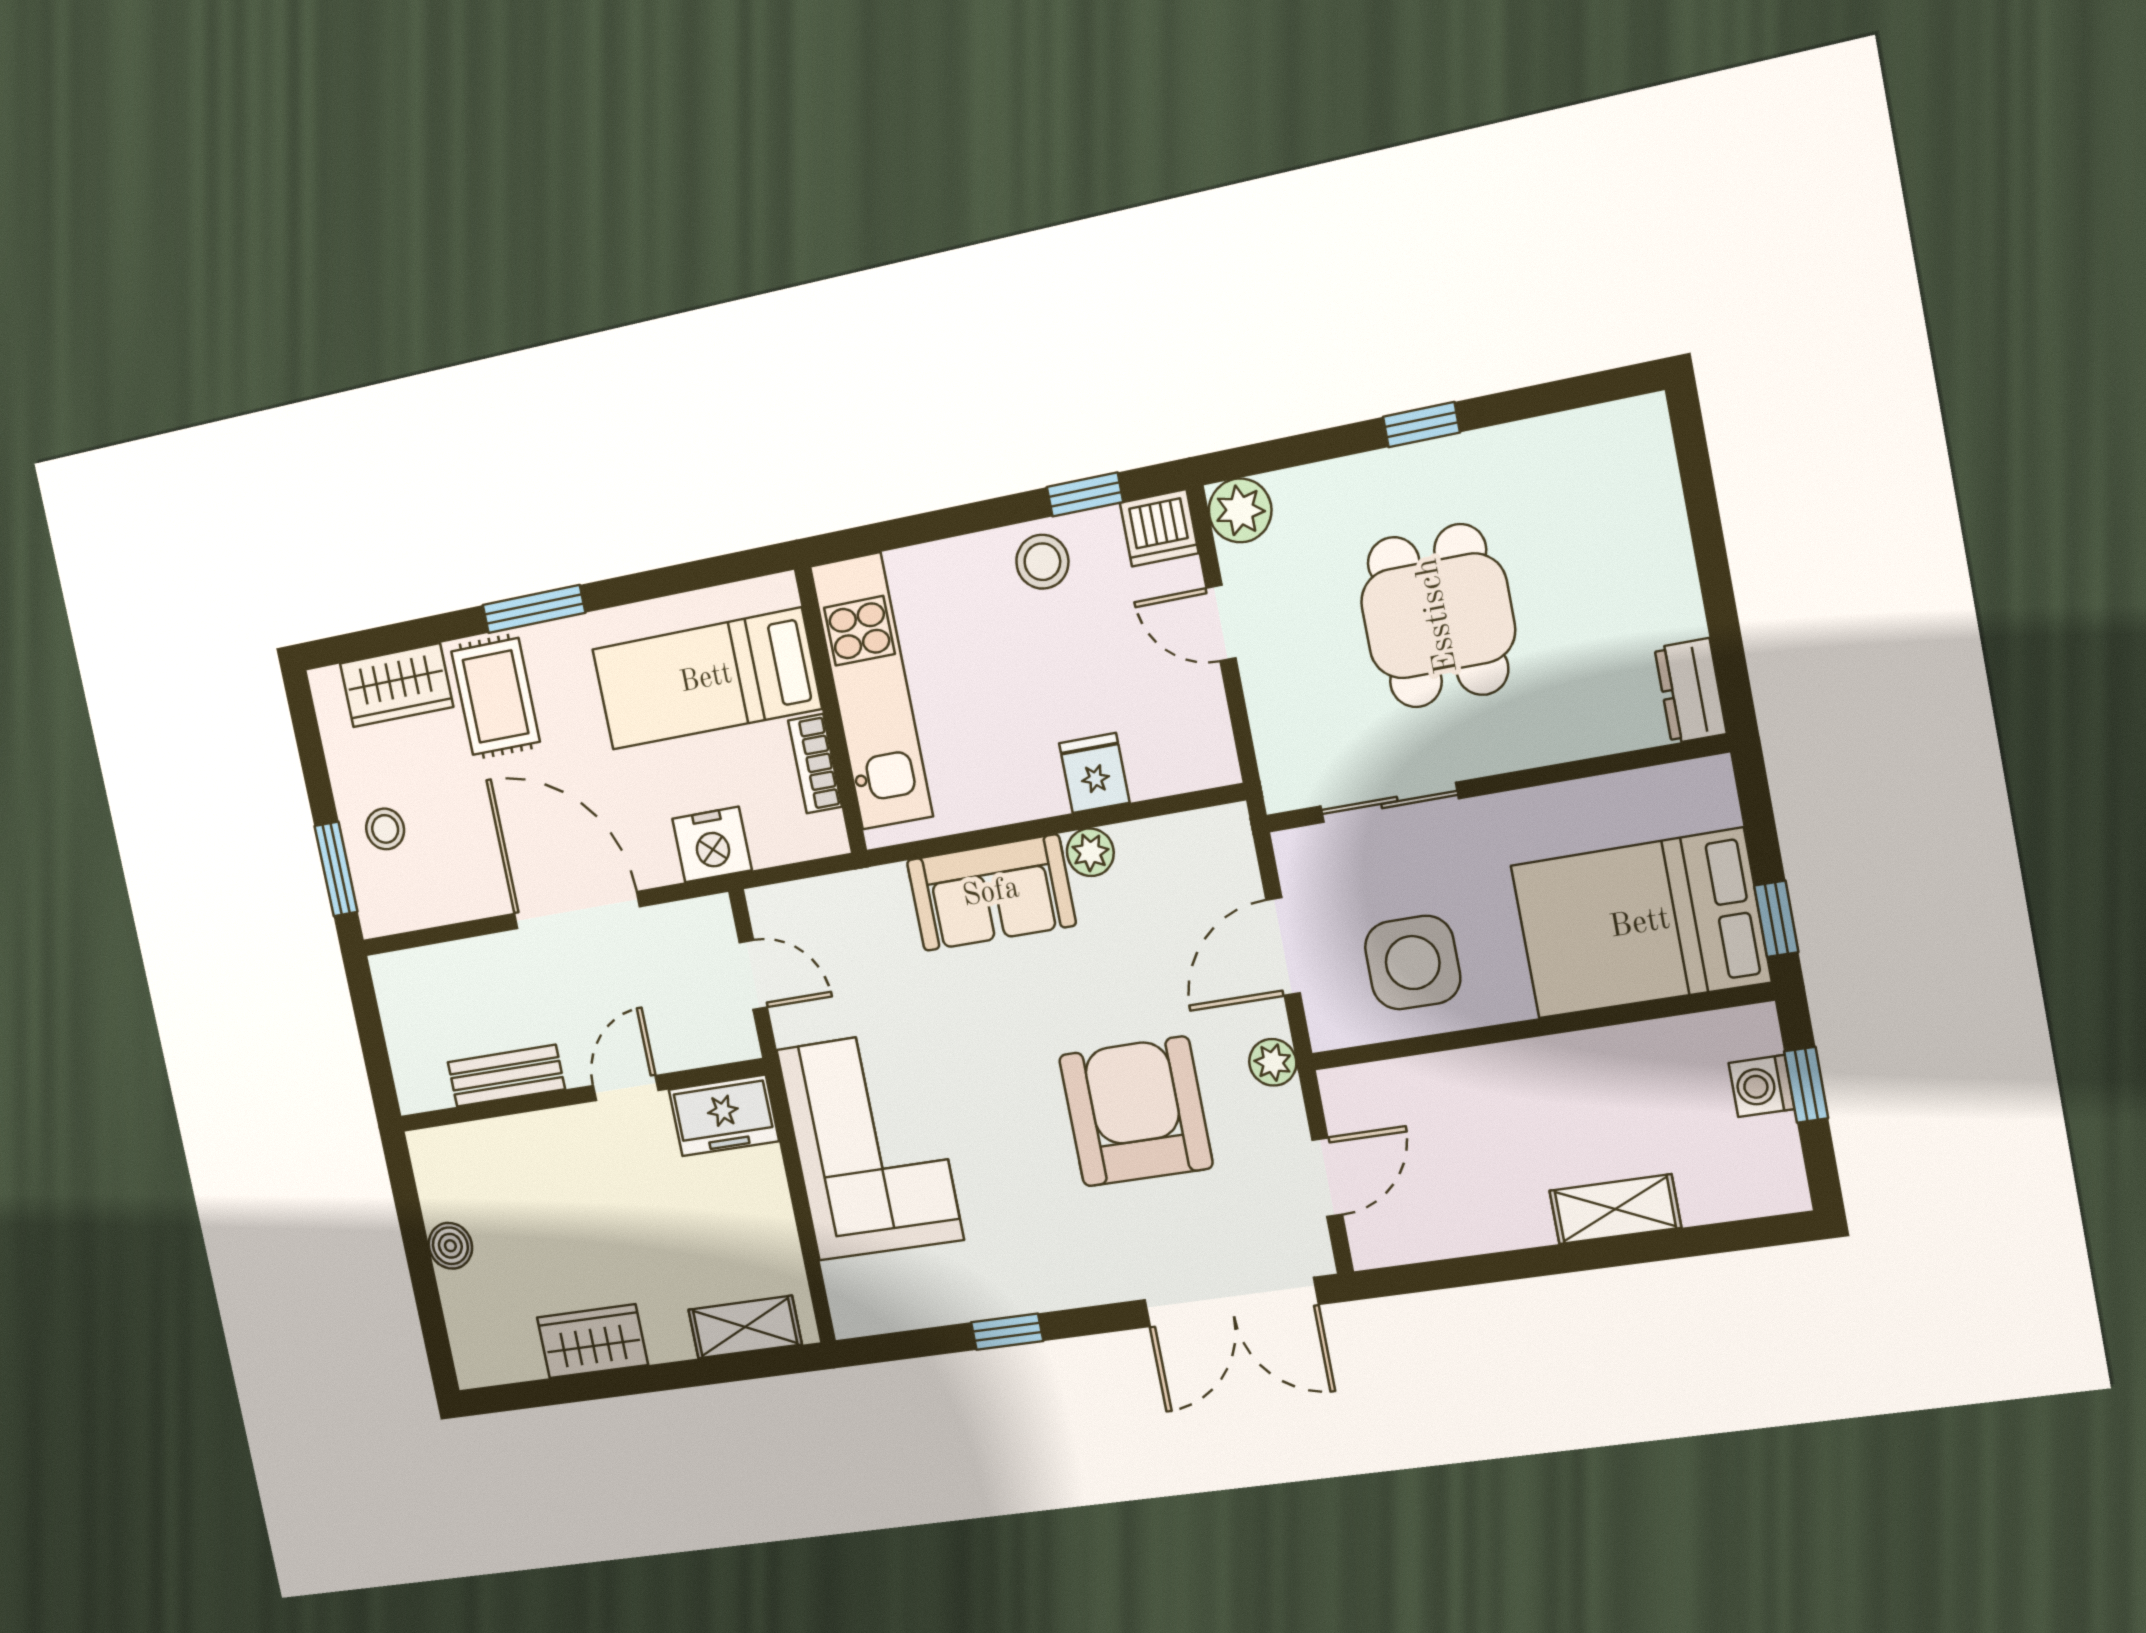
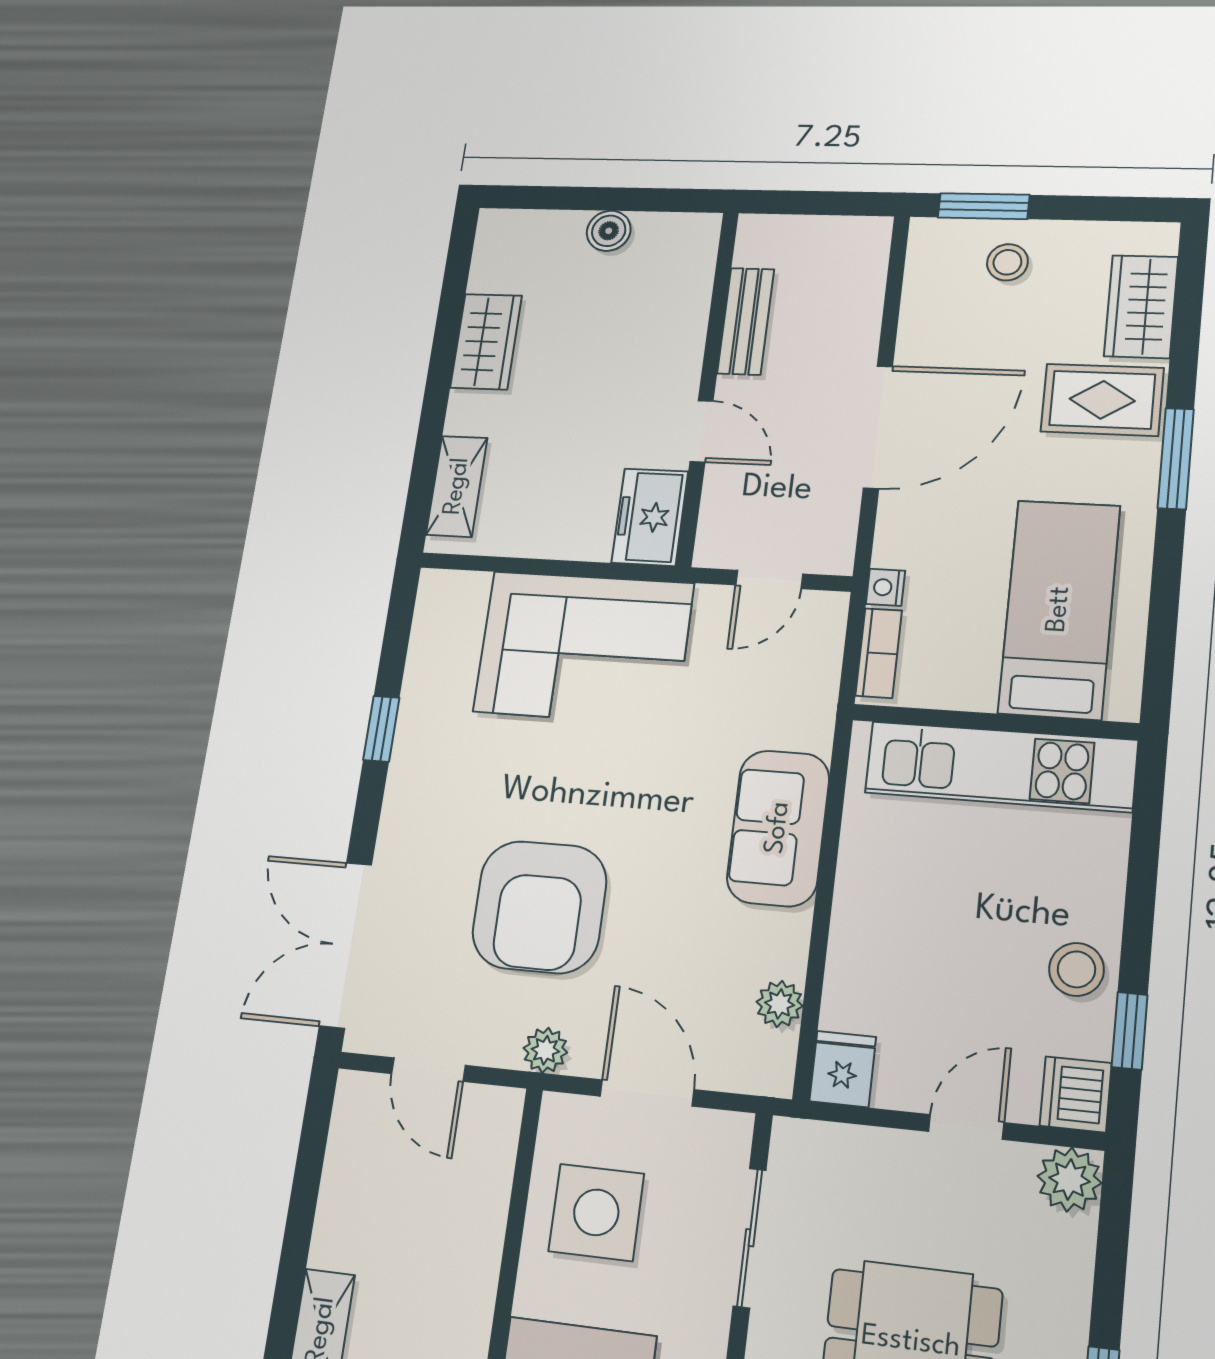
bookcase: (815, 764) -> (879, 653), moved, turned 90
fridge: (1094, 773) -> (843, 1069), moved, turned -90
nightstand: (712, 845) -> (886, 587), width x0.53, depth x0.56
plant: (1090, 852) -> (780, 1004), moved
armchair: (1136, 1112) -> (539, 907), turned 90

